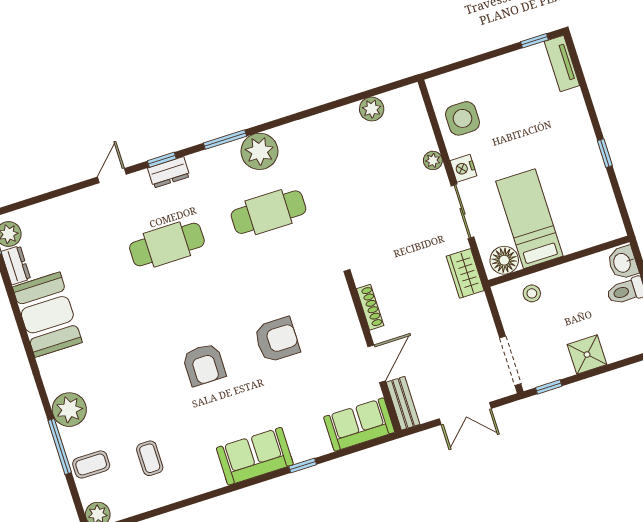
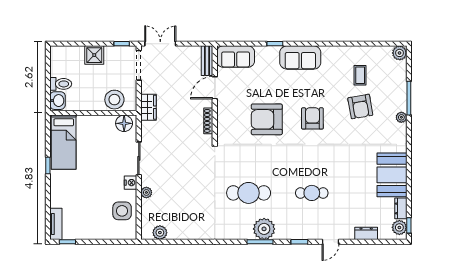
plant: (372, 109) -> (160, 233), moved
plant: (259, 151) -> (264, 229), moved
dresser: (169, 172) -> (366, 233), moved
bed: (529, 219) -> (64, 142), moved
cafe table: (167, 245) -> (312, 193), width x0.73, depth x0.74
wardrobe: (465, 273) -> (148, 107), moved
stool: (532, 293) -> (114, 100), width x1.89, depth x1.89
armchair: (277, 340) -> (267, 119), width x1.36, depth x1.36
armchair: (133, 408) -> (360, 107), added
plant: (69, 410) -> (401, 117), width x0.53, depth x0.53
double door: (465, 414) -> (160, 44), moved
coffee table: (91, 464) -> (394, 82), removed

